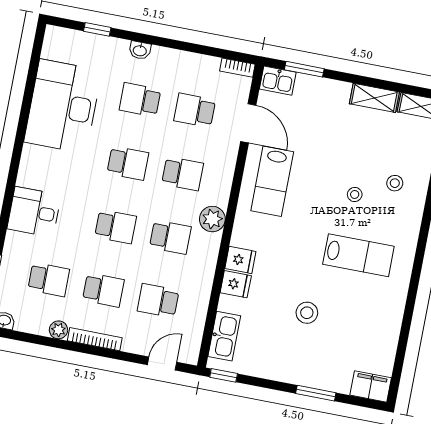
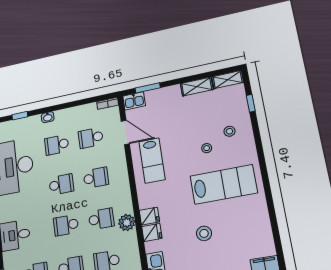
plant: (212, 219) -> (127, 223), moved
school desk: (116, 227) -> (66, 225), turned 180
lab bench: (358, 255) -> (224, 184), width x1.36, depth x1.39

